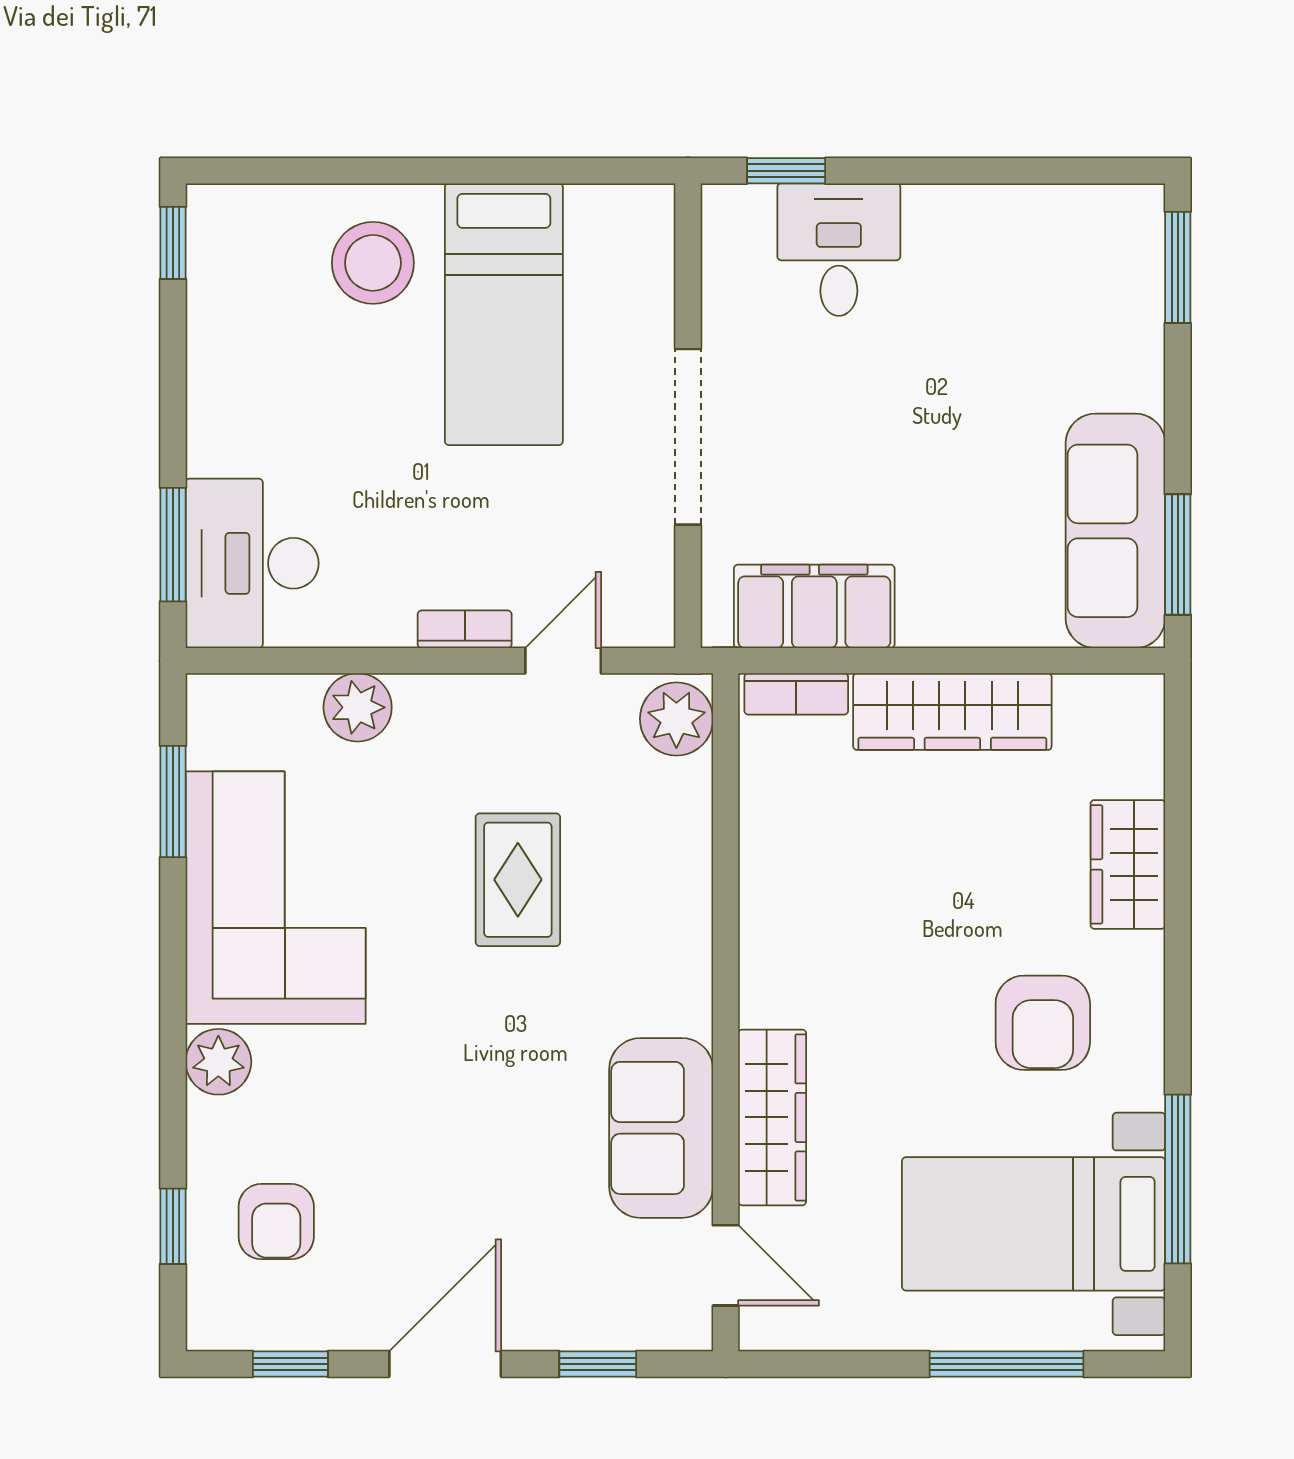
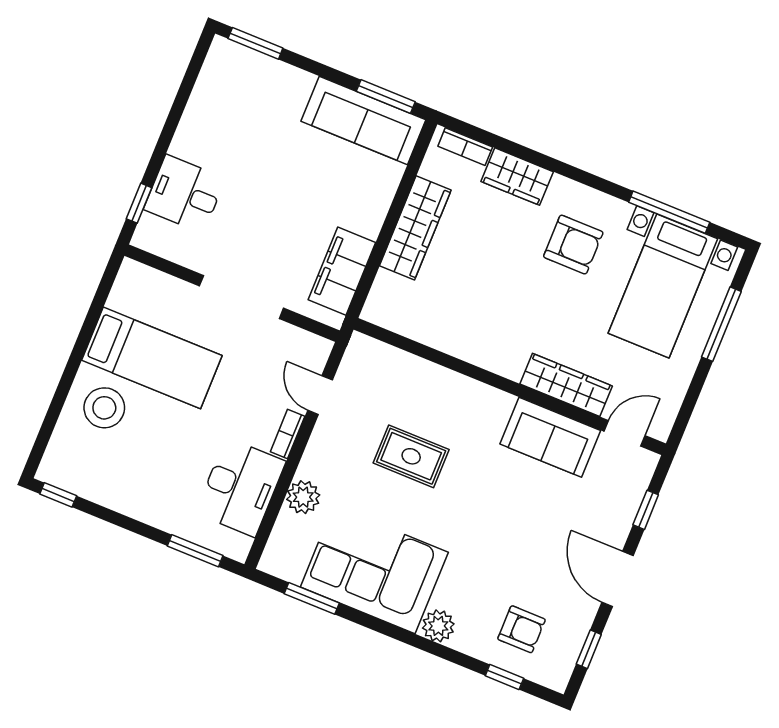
desk: (252, 563) -> (241, 487), moved, turned -90
bookcase: (796, 694) -> (465, 147), moved, turned 90
plant: (676, 719) -> (368, 355), removed

